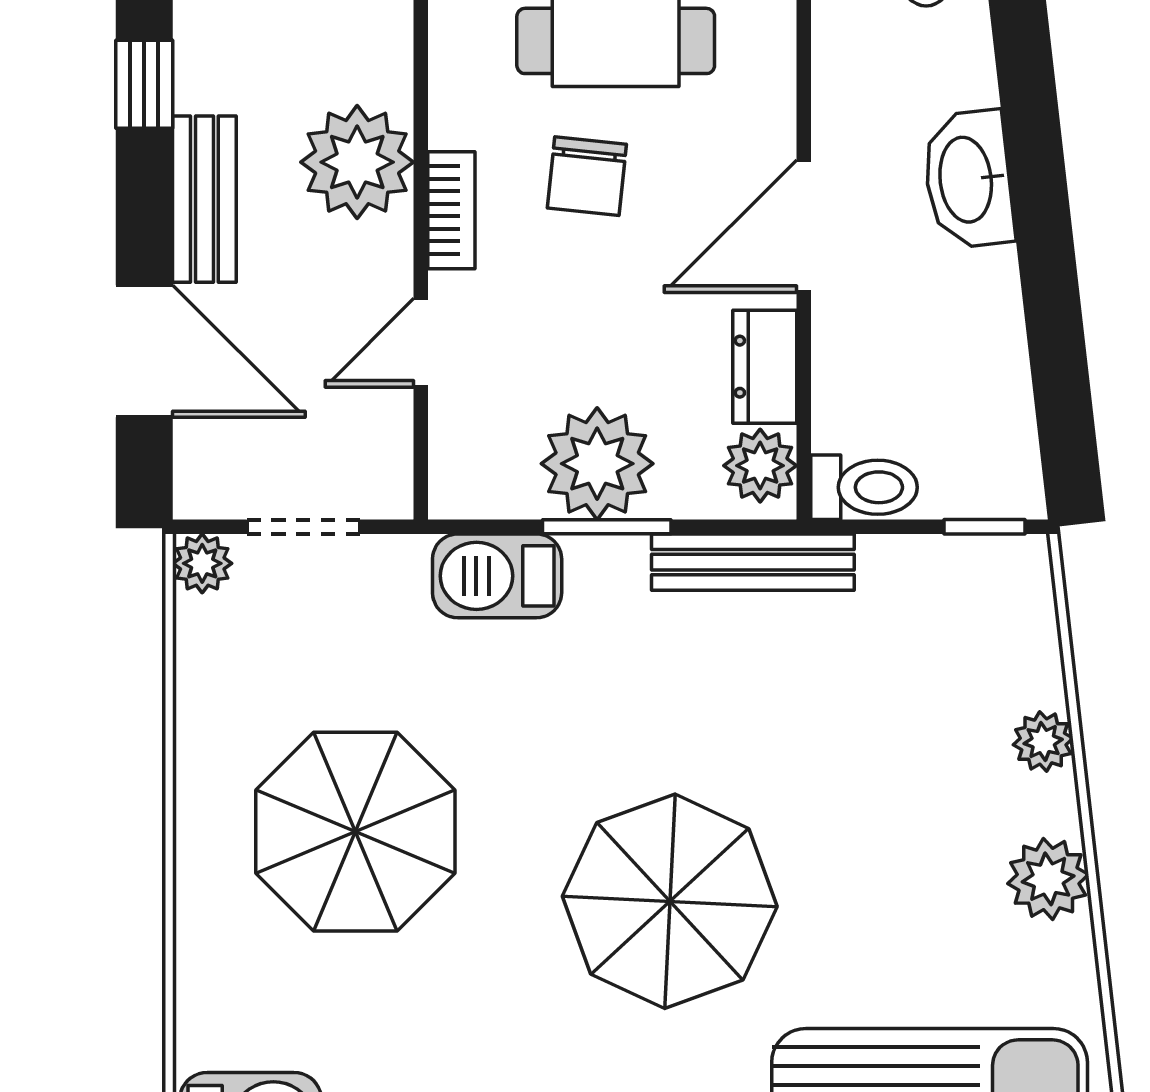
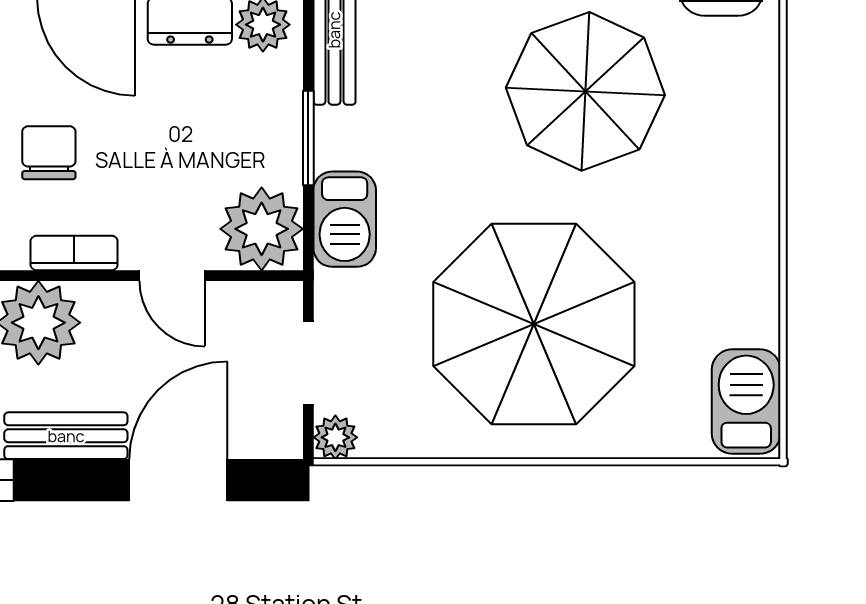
chair: (587, 176) -> (49, 153), turned -96
plant: (597, 464) -> (262, 229), moved
parasol: (355, 832) -> (534, 324), width x1.36, depth x1.36

